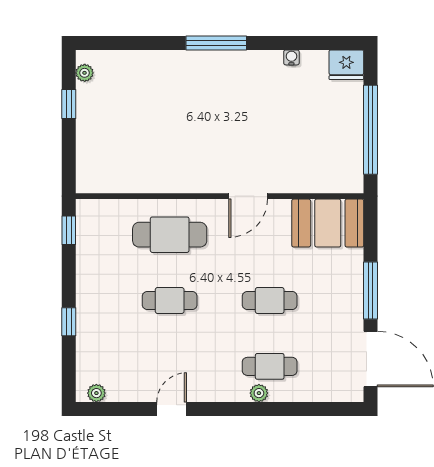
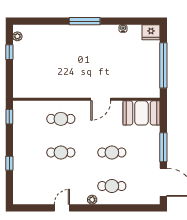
cafe table: (170, 235) -> (61, 119), width x0.73, depth x0.74
plant: (96, 393) -> (23, 200), removed
plant: (259, 393) -> (92, 200), moved

